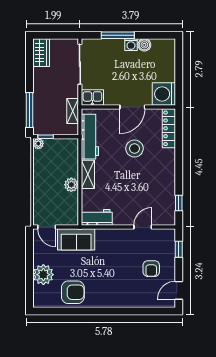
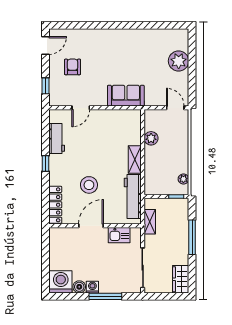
washing machine: (164, 94) -> (61, 282), moved, turned -90
kitchen sink: (92, 98) -> (119, 235), moved
window: (30, 110) -> (192, 237), moved
plant: (38, 144) -> (183, 179), moved
plant: (71, 185) -> (151, 138), moved
window: (179, 203) -> (45, 163), moved
workbench: (97, 217) -> (57, 139), moved, turned -90
sofa: (76, 239) -> (126, 96), moved
armchair: (73, 292) -> (149, 44), removed

